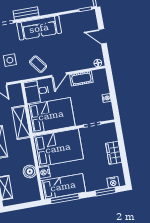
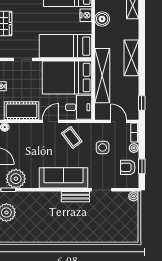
plant: (80, 20) -> (16, 179), added
cot: (81, 78) -> (21, 111), width x1.37, depth x1.34
shelving: (21, 122) -> (102, 76), width x1.47
bed: (58, 148) -> (66, 46), width x0.67

